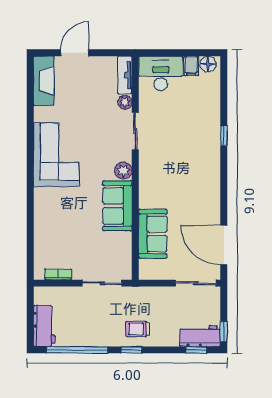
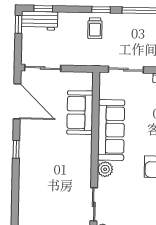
window: (224, 136) -> (16, 149), moved
sofa: (117, 206) -> (111, 130), width x1.36
trolley: (138, 329) -> (95, 28), turned 90

